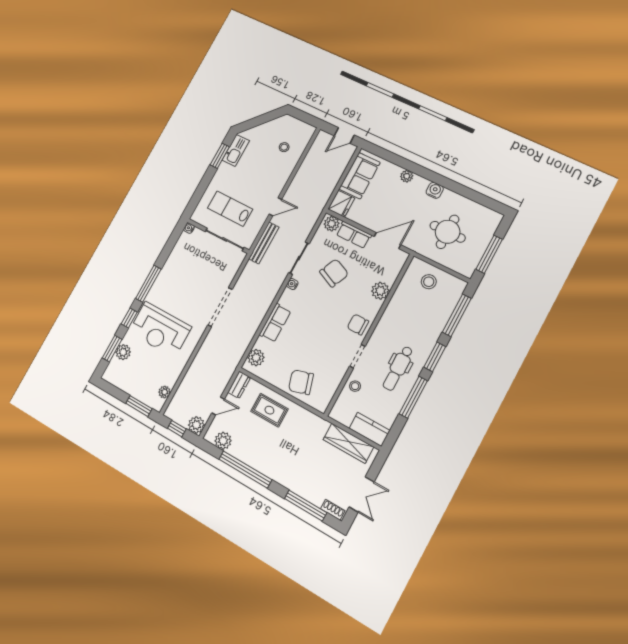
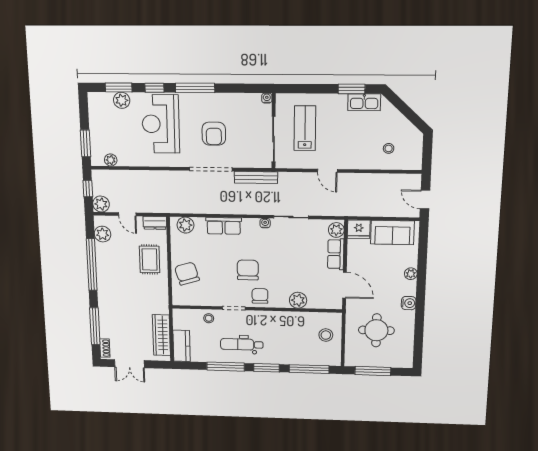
bench: (264, 243) -> (256, 177), moved
chair: (334, 273) -> (248, 270), moved, turned -114
armchair: (193, 288) -> (214, 134), added

